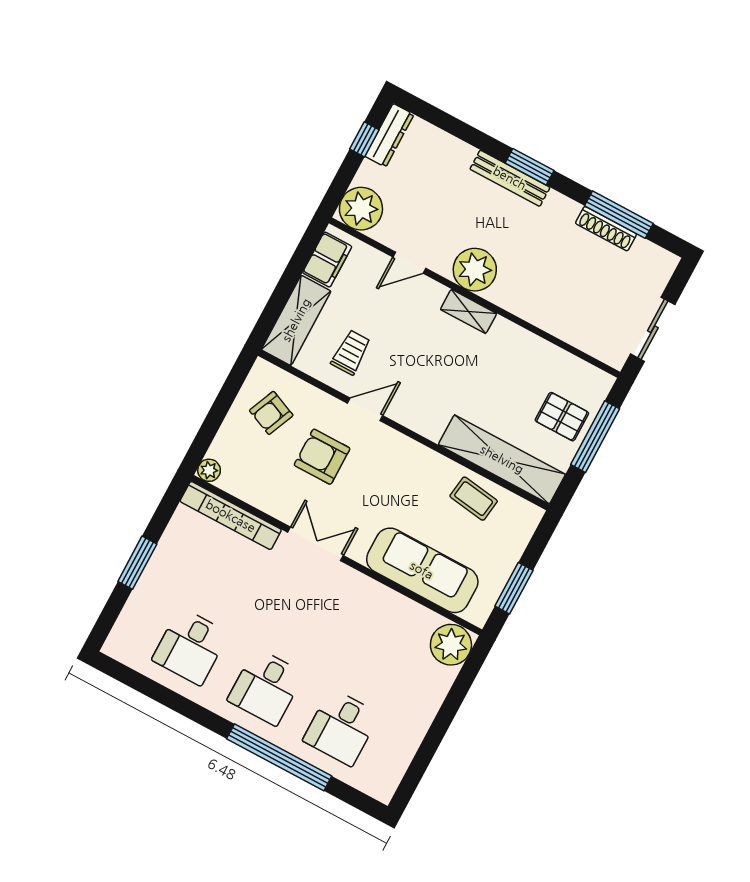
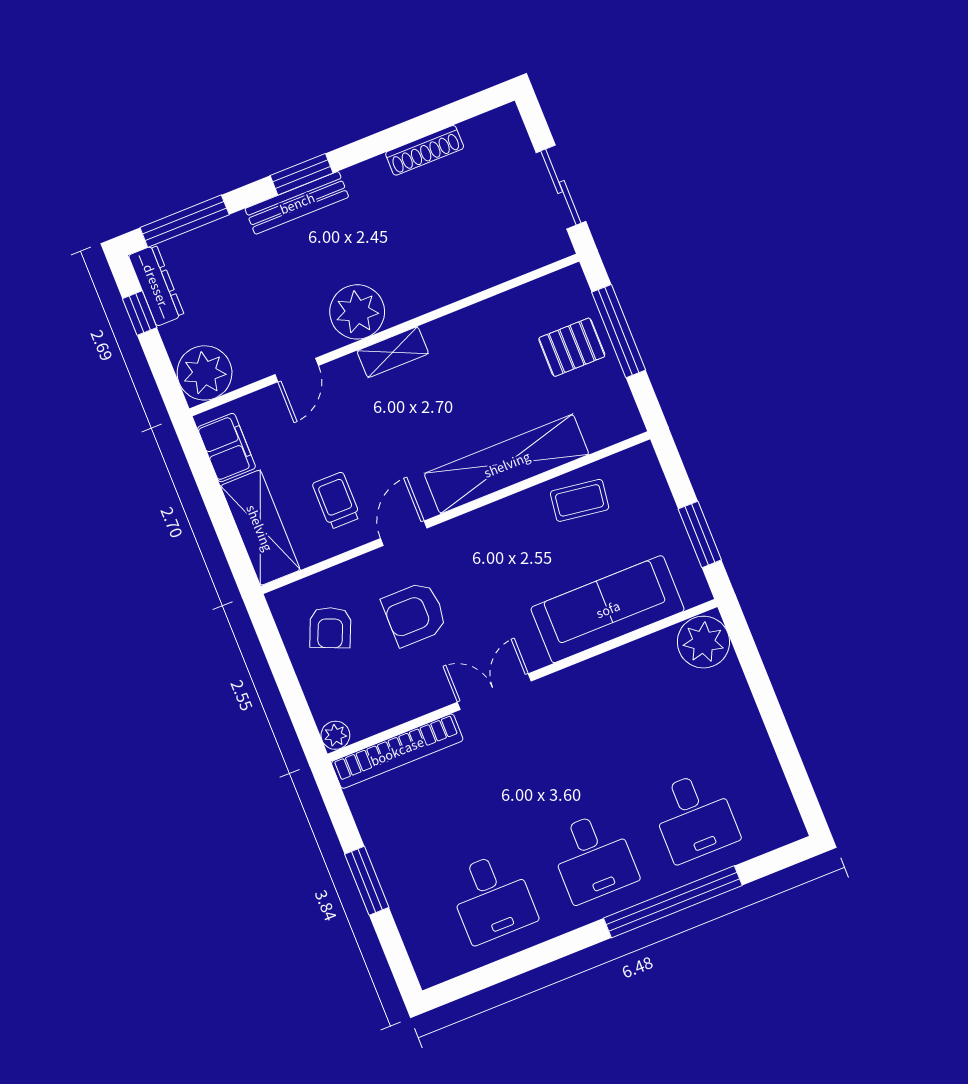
window: (619, 215) -> (185, 221), moved
shelving: (502, 459) -> (507, 464), moved

